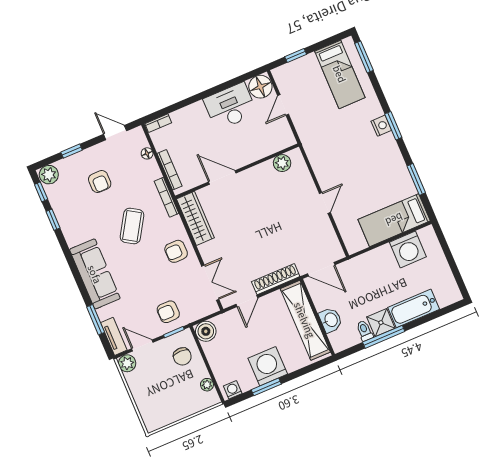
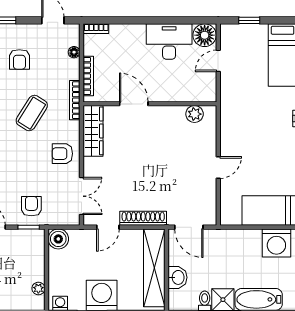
armchair: (168, 312) -> (31, 206), turned 90
chair: (182, 356) -> (27, 253), removed

